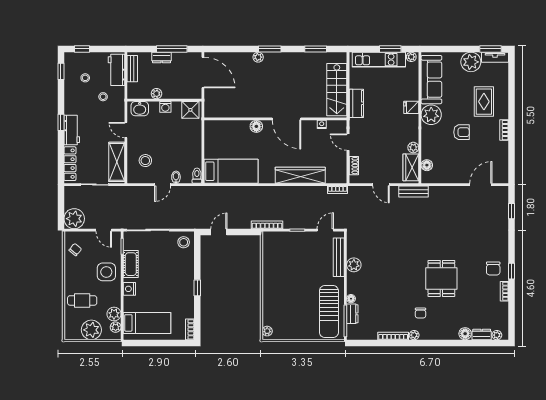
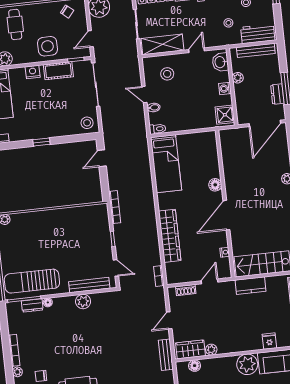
dresser: (162, 58) -> (277, 94), moved
bench: (132, 69) -> (256, 50), width x1.36
fridge: (411, 107) -> (269, 341), moved
door: (219, 232) -> (102, 158), swing flipped

